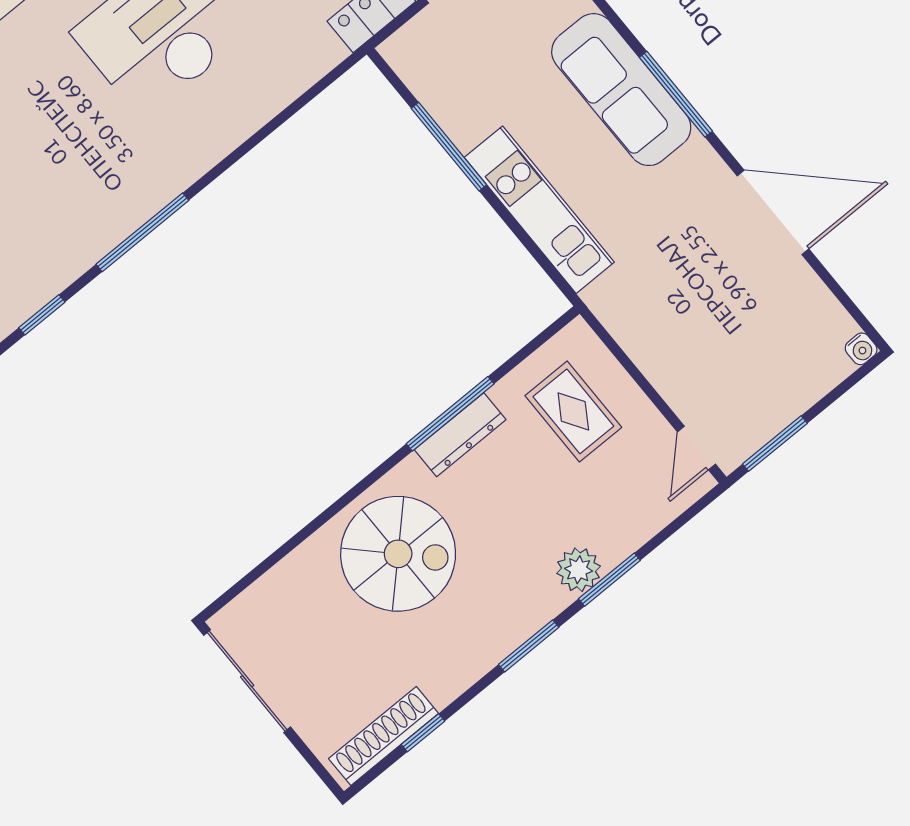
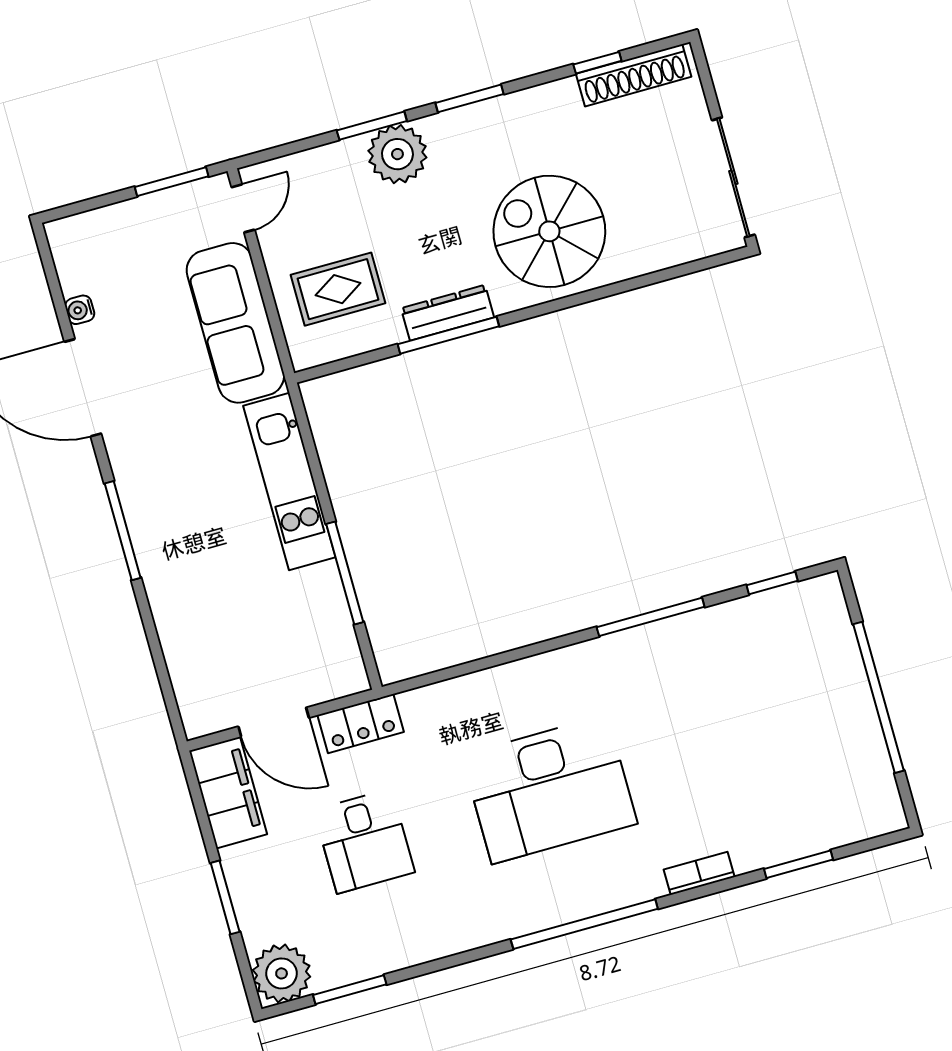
sofa: (621, 90) -> (235, 323), moved, turned 180
water cooler: (861, 349) -> (80, 310), moved, turned -90
rug: (573, 411) -> (338, 289), turned 90
plant: (579, 570) -> (397, 154), width x1.36, depth x1.36

